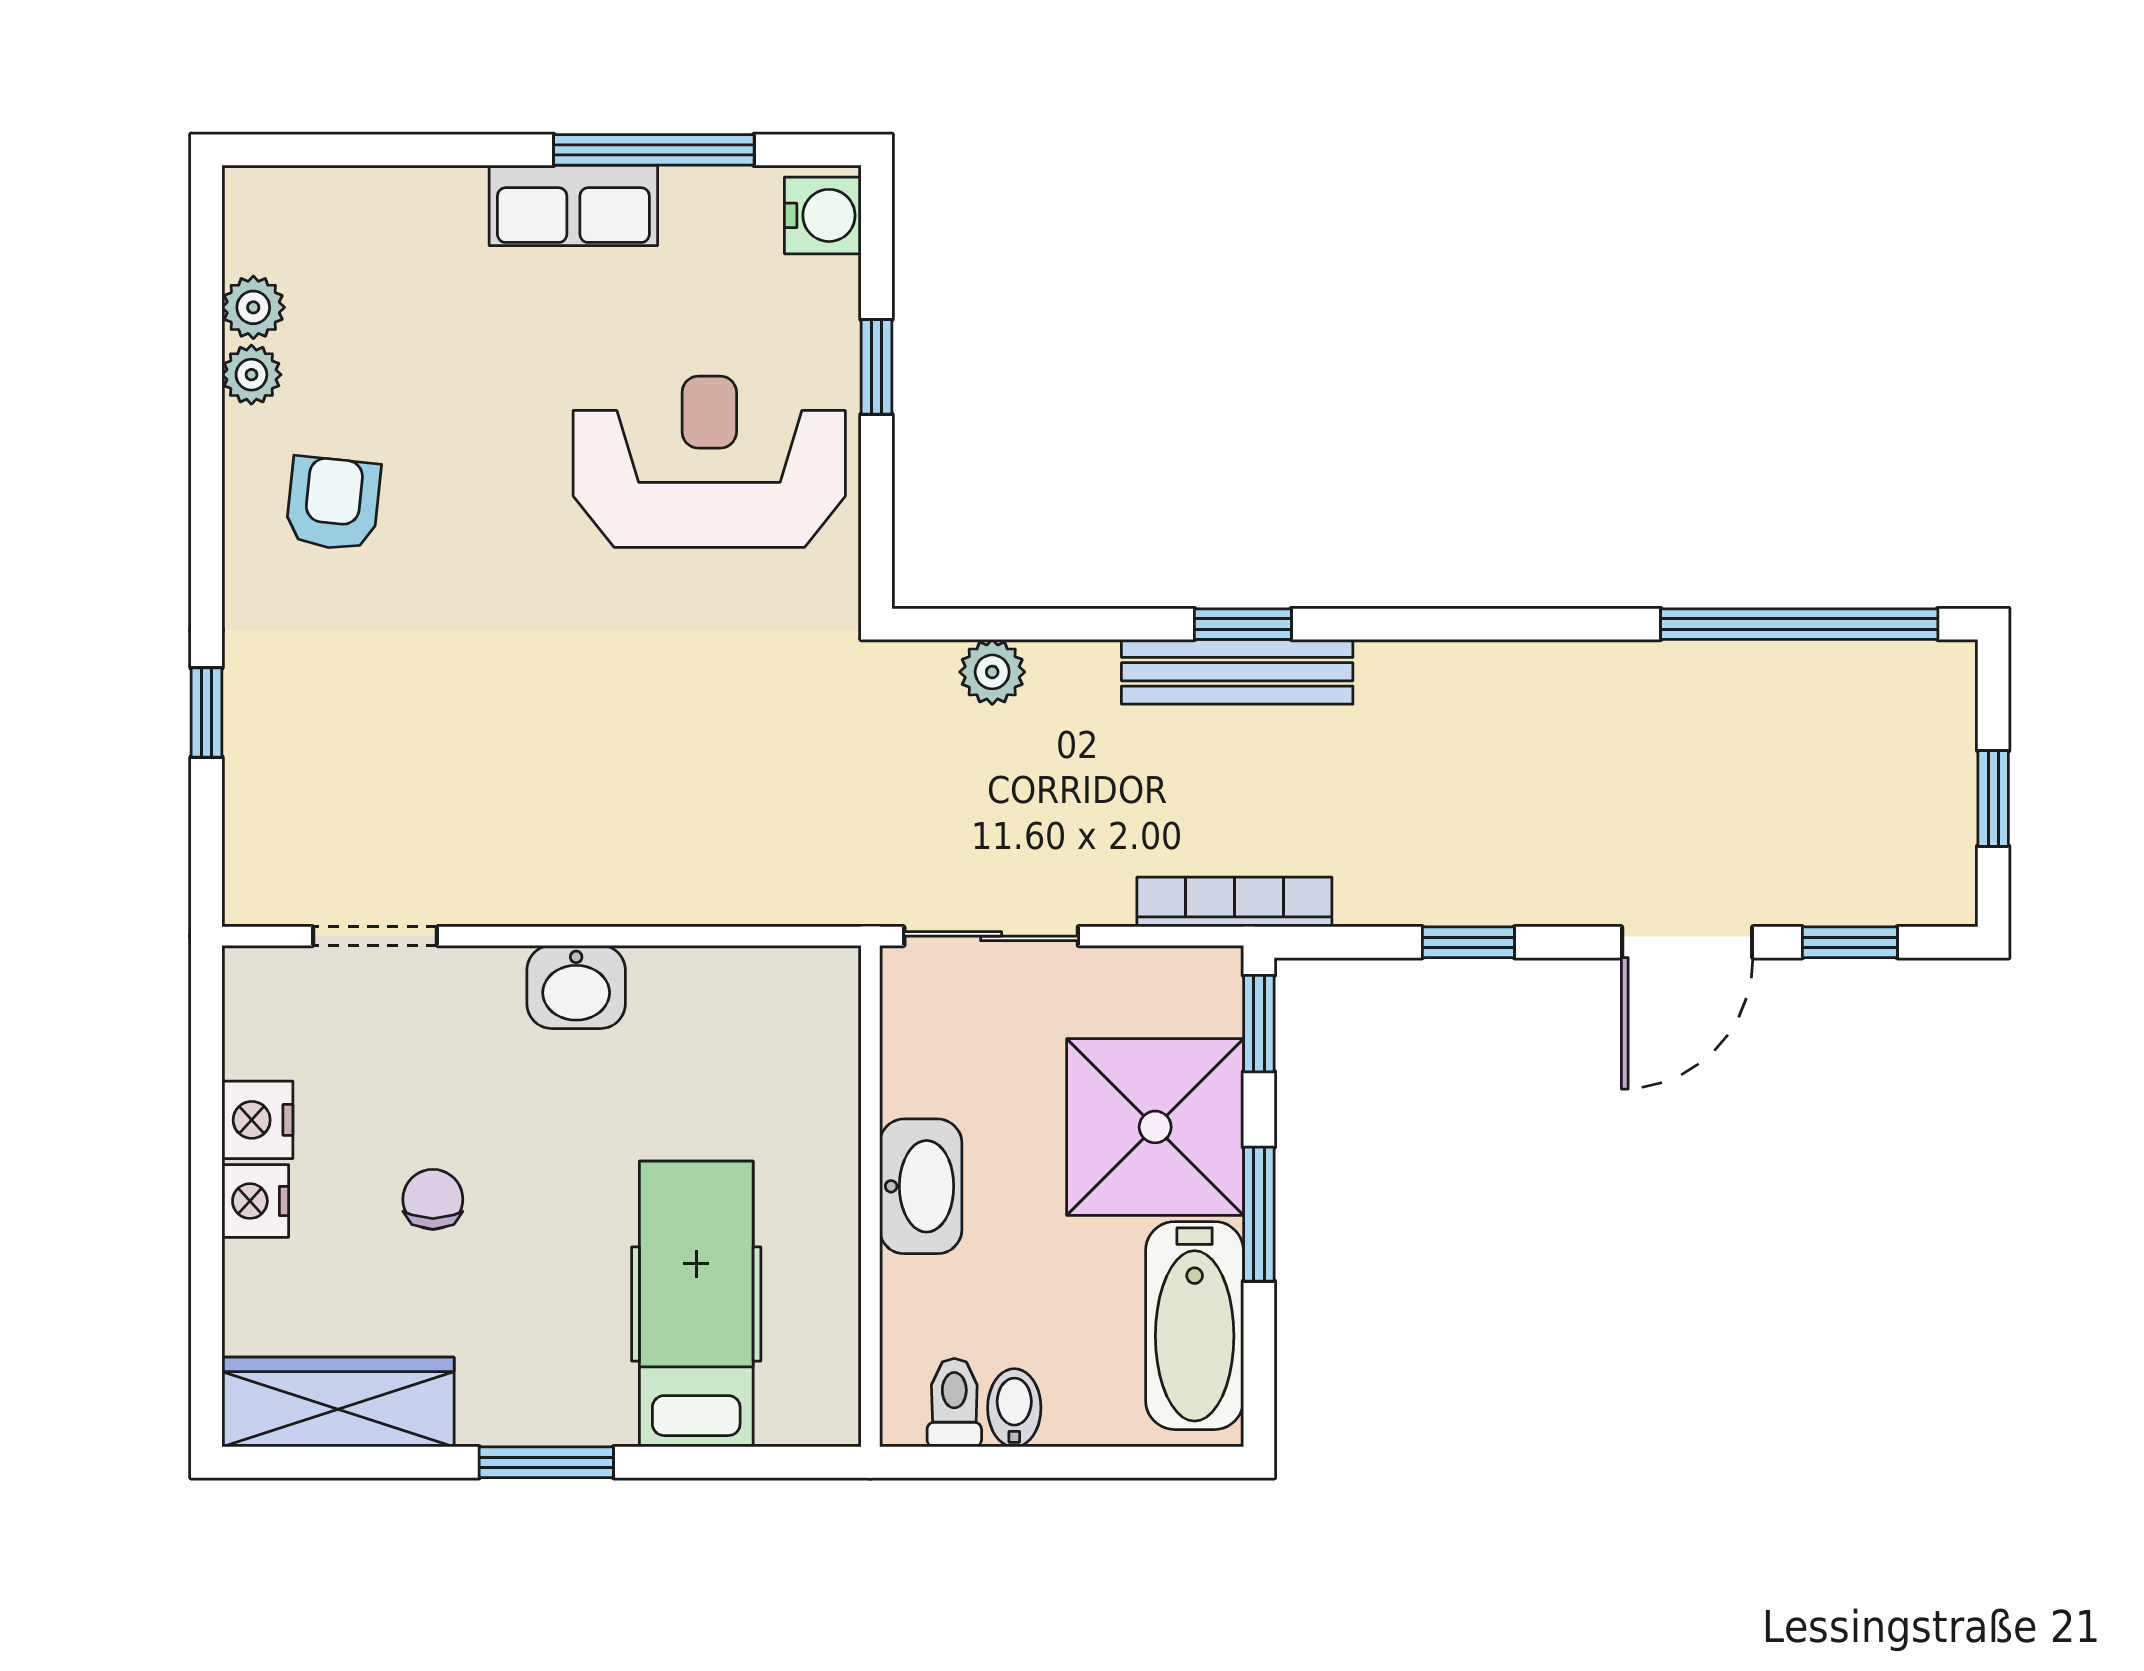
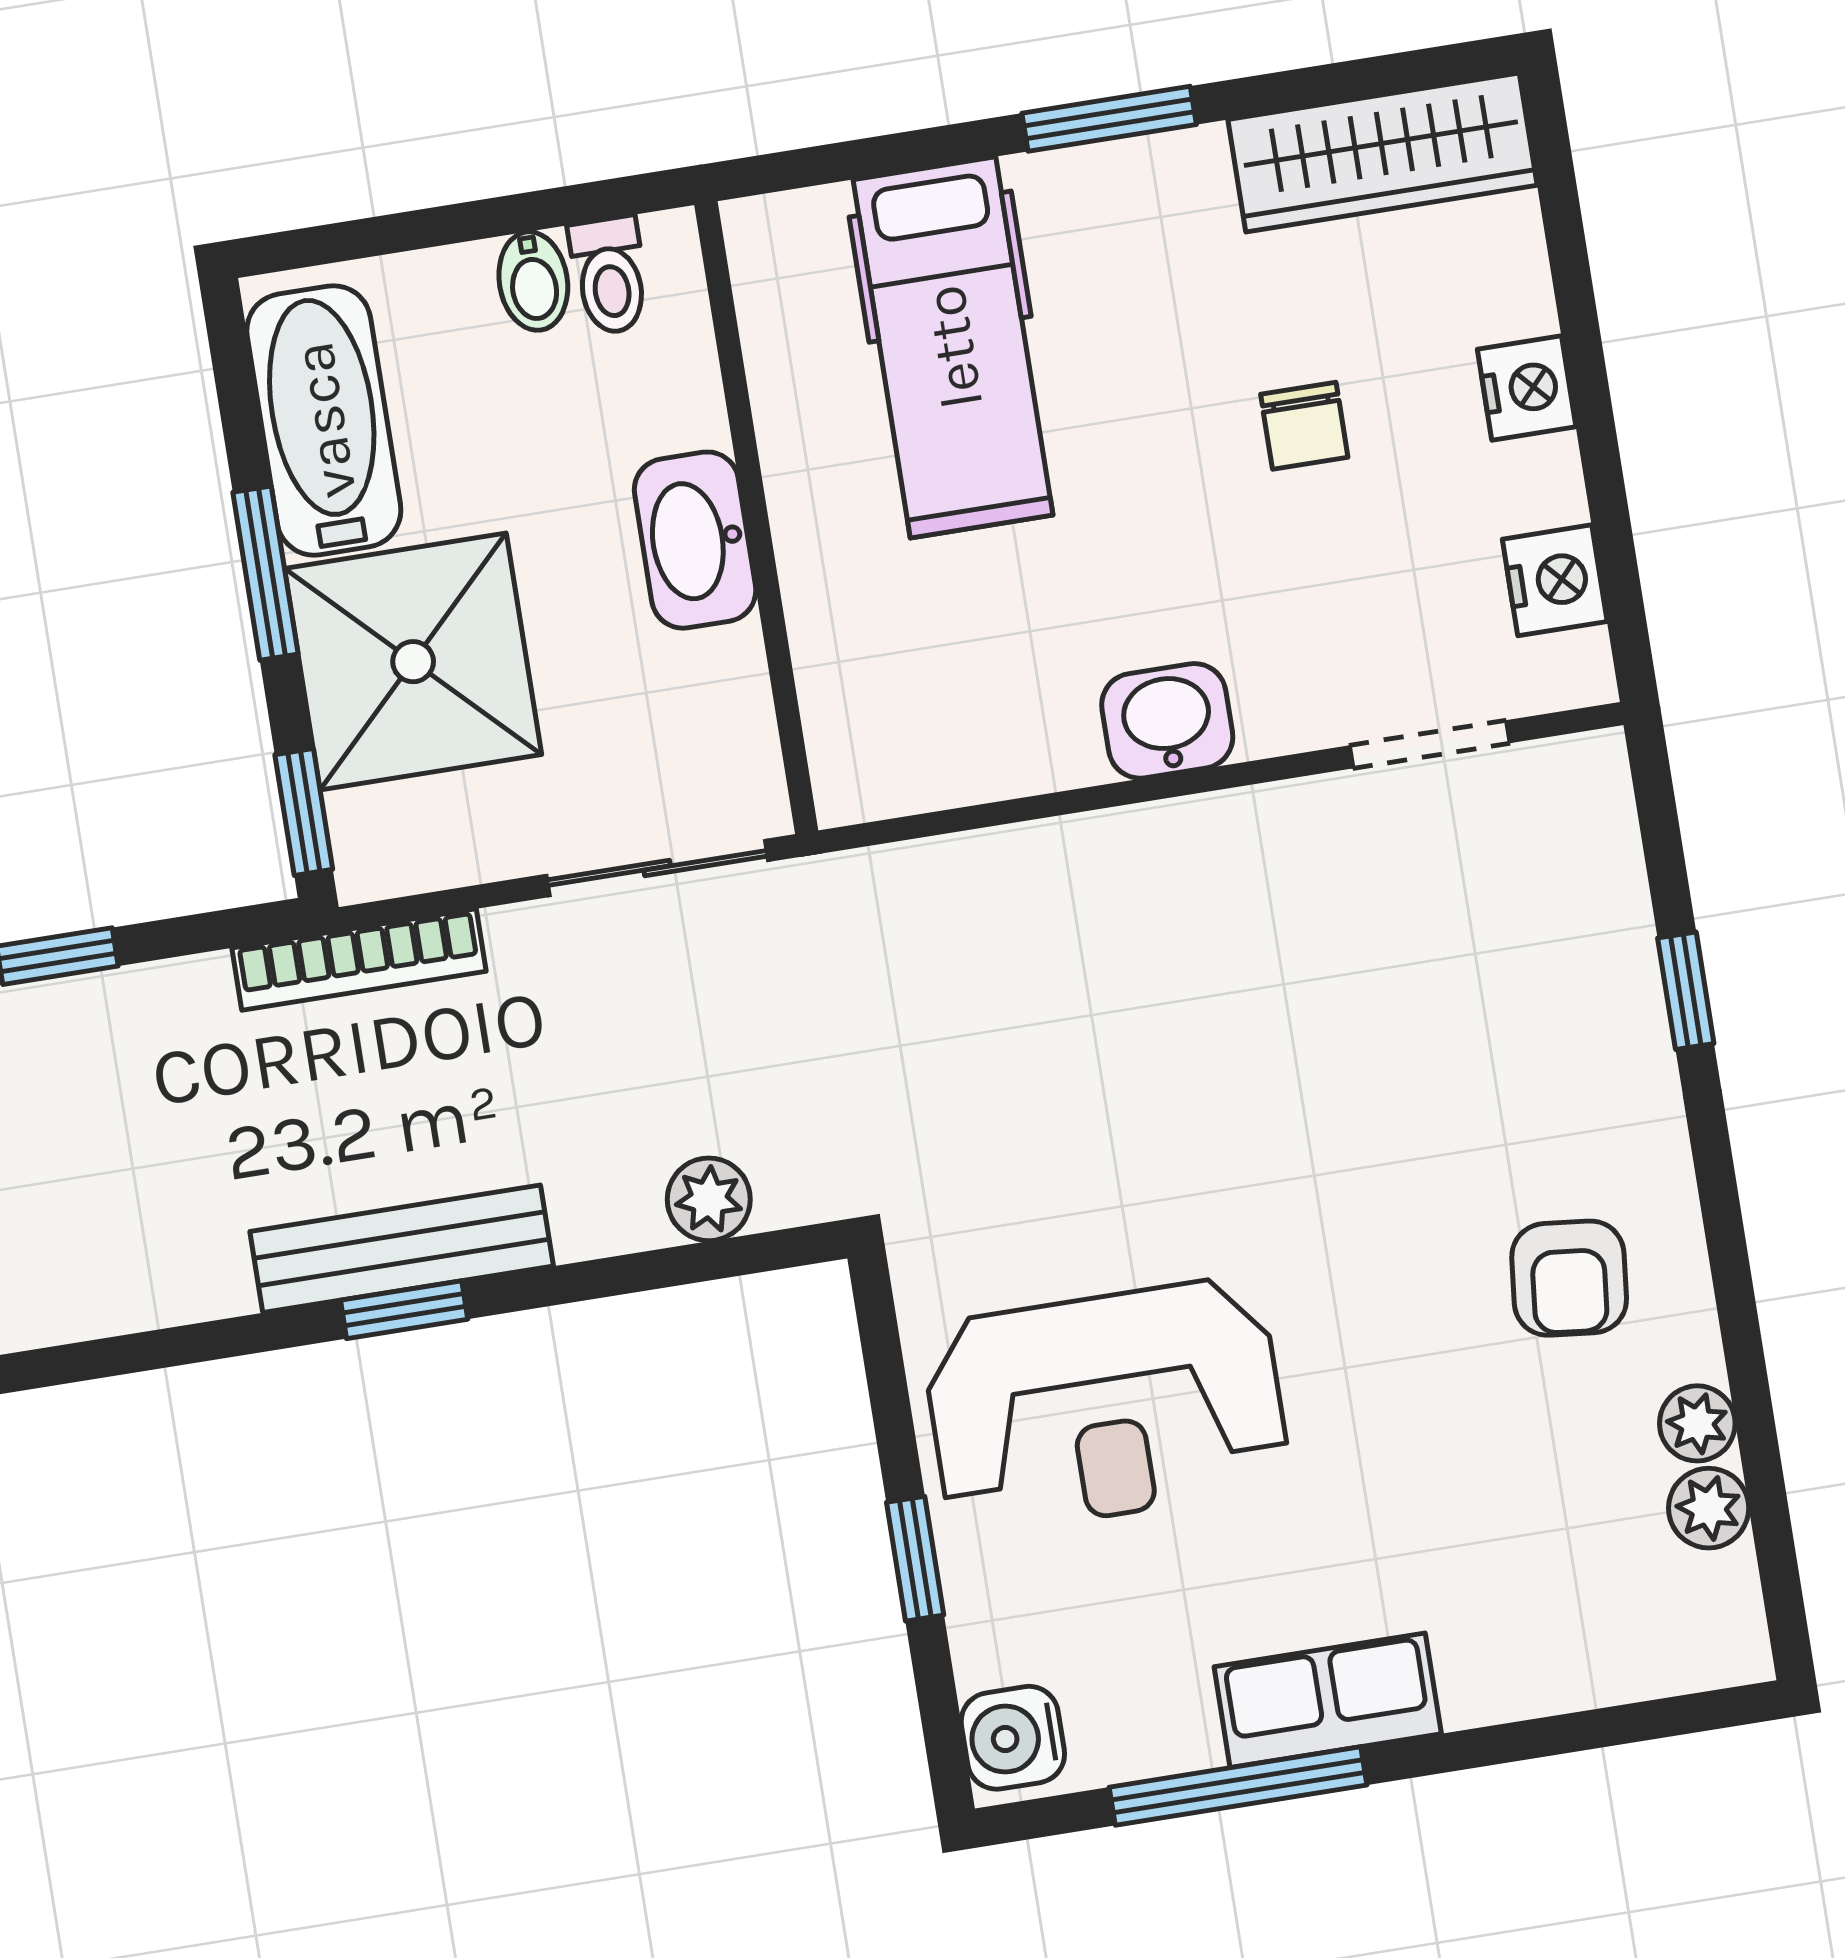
nightstand: (257, 1120) -> (1555, 580), moved

